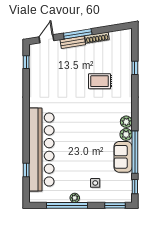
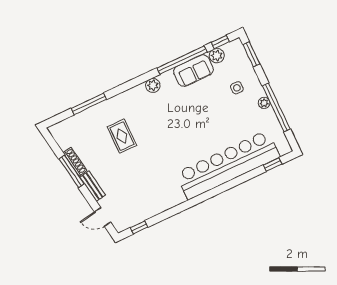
window: (78, 34) -> (72, 171), moved
window: (135, 68) -> (89, 104), width x2.17
plant: (126, 134) -> (217, 56), moved
window: (26, 170) -> (273, 164), moved

